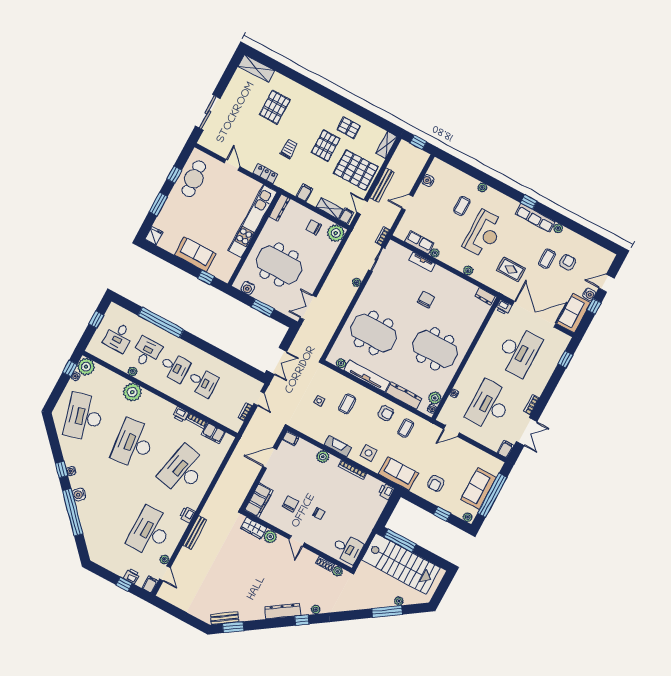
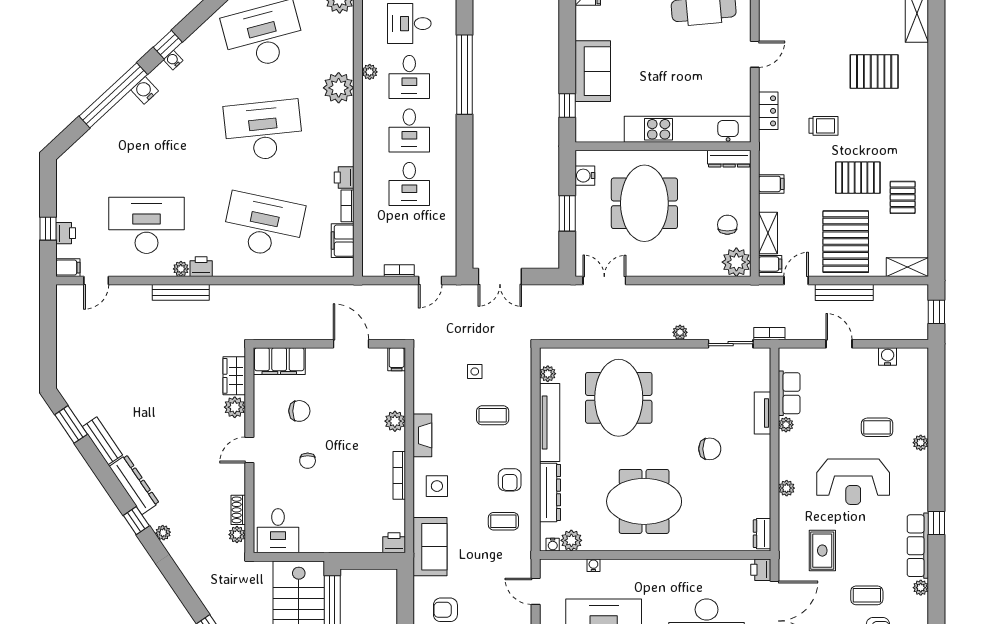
meeting table: (435, 349) -> (644, 501), turned 90
desk: (147, 352) -> (409, 77), turned 90
plant: (164, 559) -> (181, 269), moved
bench: (225, 618) -> (102, 441), moved

